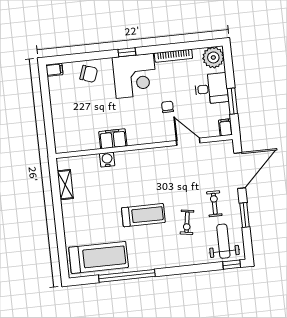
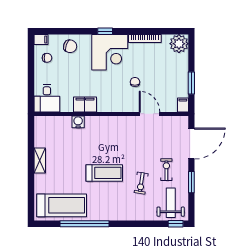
desk: (211, 89) -> (47, 98), moved, turned 90
chair: (64, 90) -> (47, 58), added
shelving: (65, 185) -> (40, 160), moved

